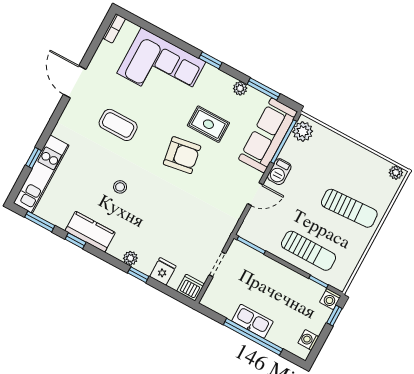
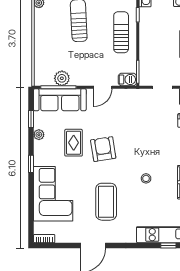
window: (264, 89) -> (31, 119), width x0.67
coffee table: (118, 125) -> (106, 202), width x1.36, depth x1.32
plant: (303, 132) -> (62, 78), moved
window: (34, 158) -> (168, 245), moved
barbecue: (279, 172) -> (127, 79), moved
door: (255, 194) -> (103, 87), swing flipped

